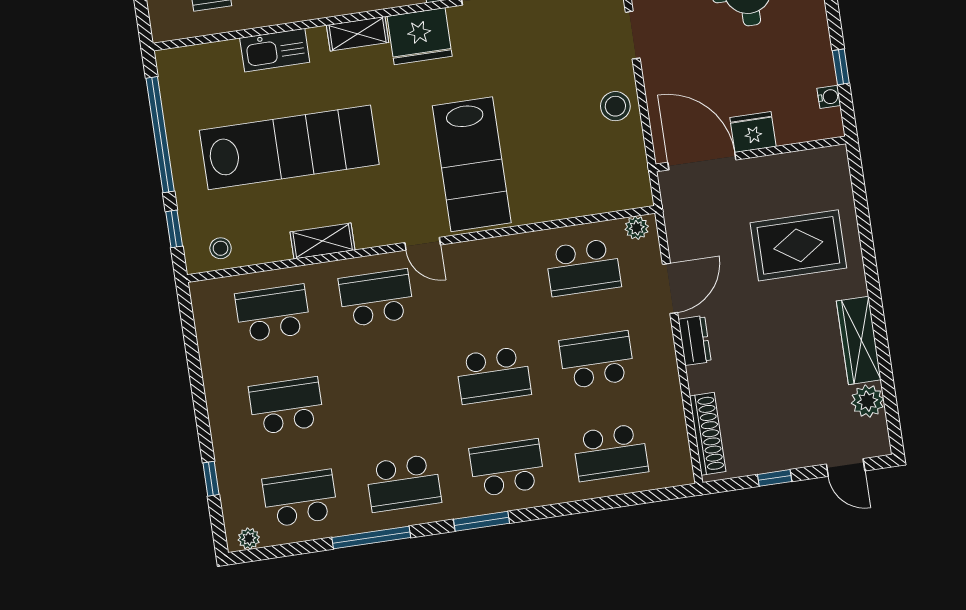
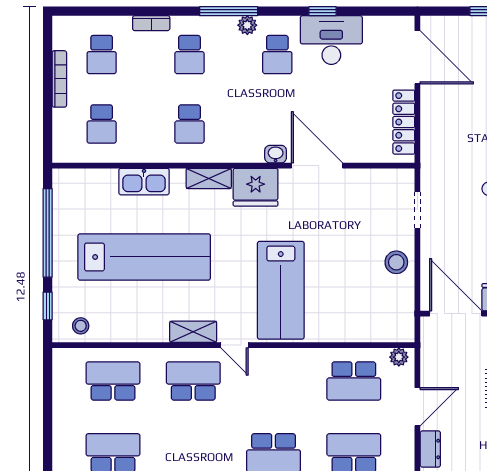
shelving: (323, 241) -> (193, 332), moved

